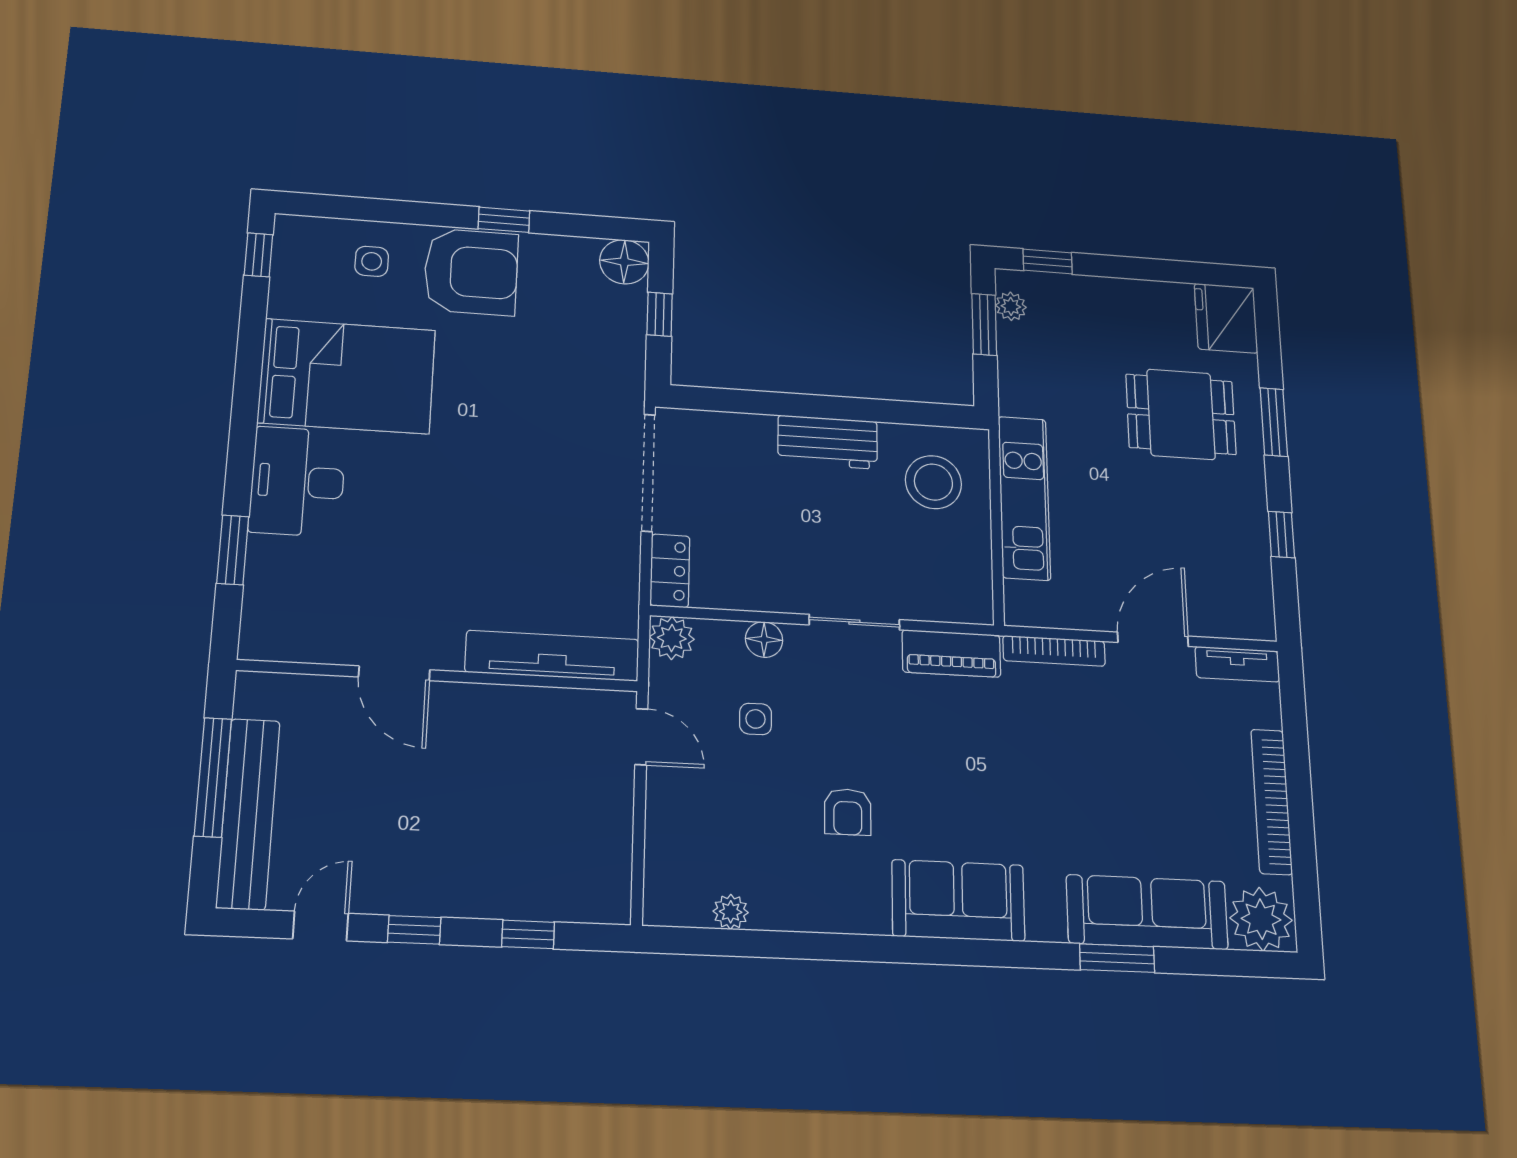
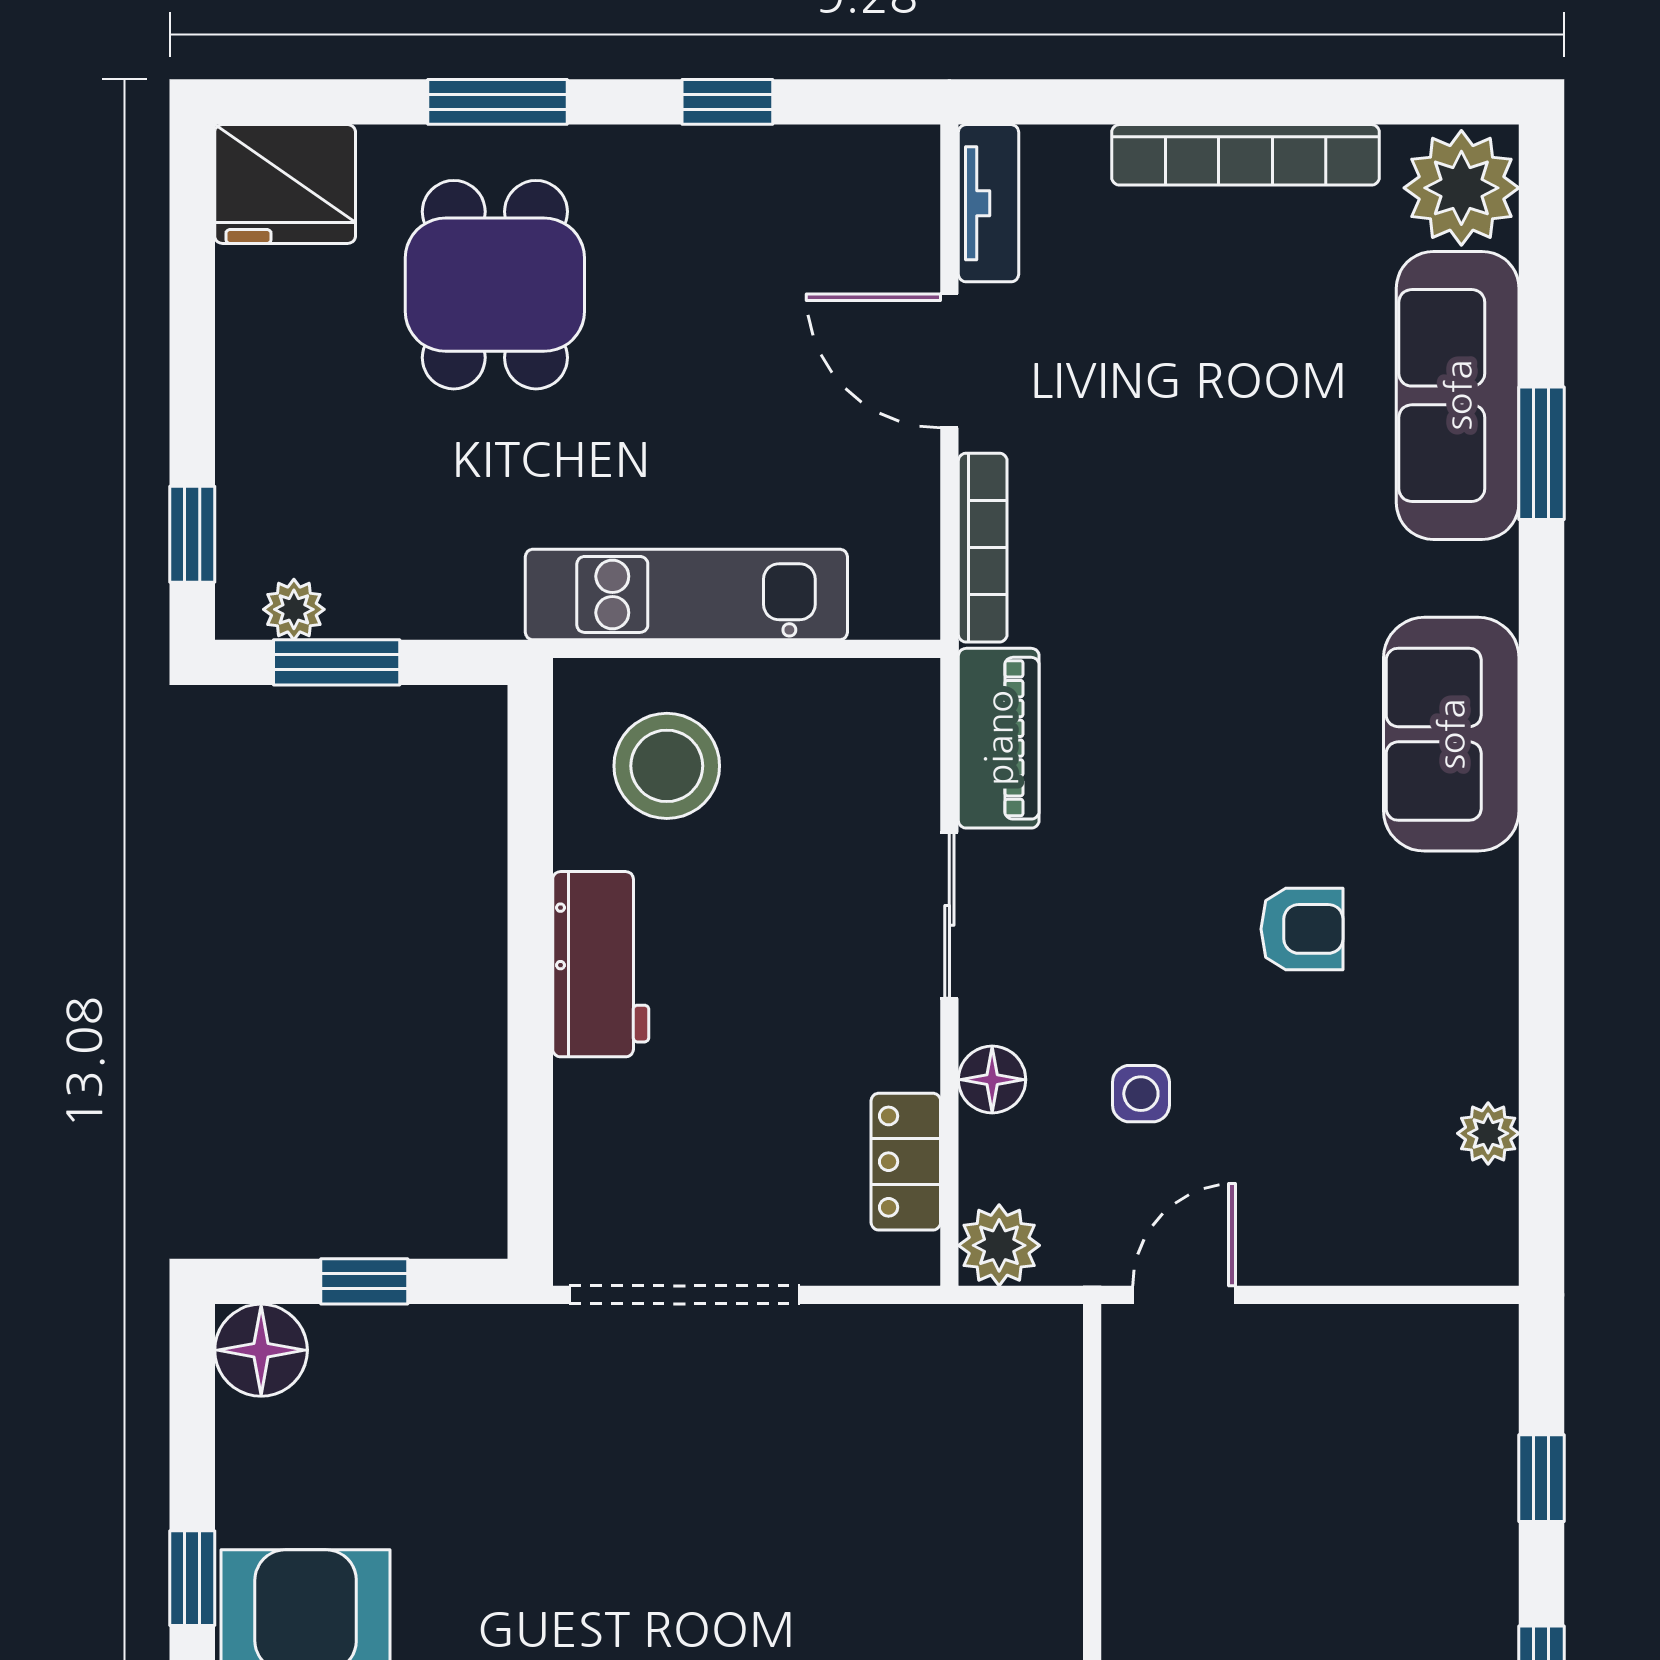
locker: (670, 571) -> (906, 1162), moved, turned -90
tv unit: (552, 656) -> (1044, 1456), removed

